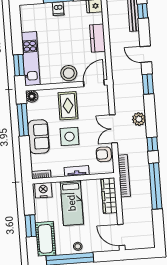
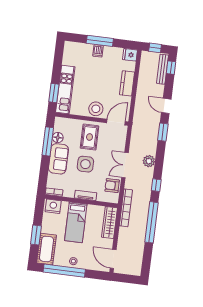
floor lamp: (32, 96) -> (58, 138), moved

